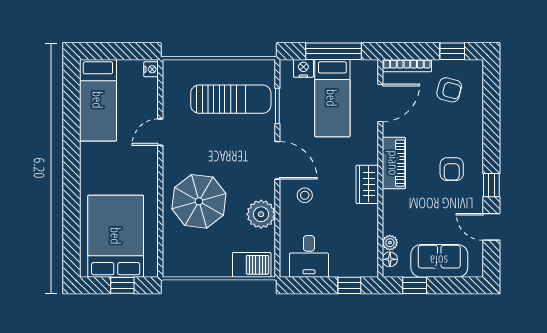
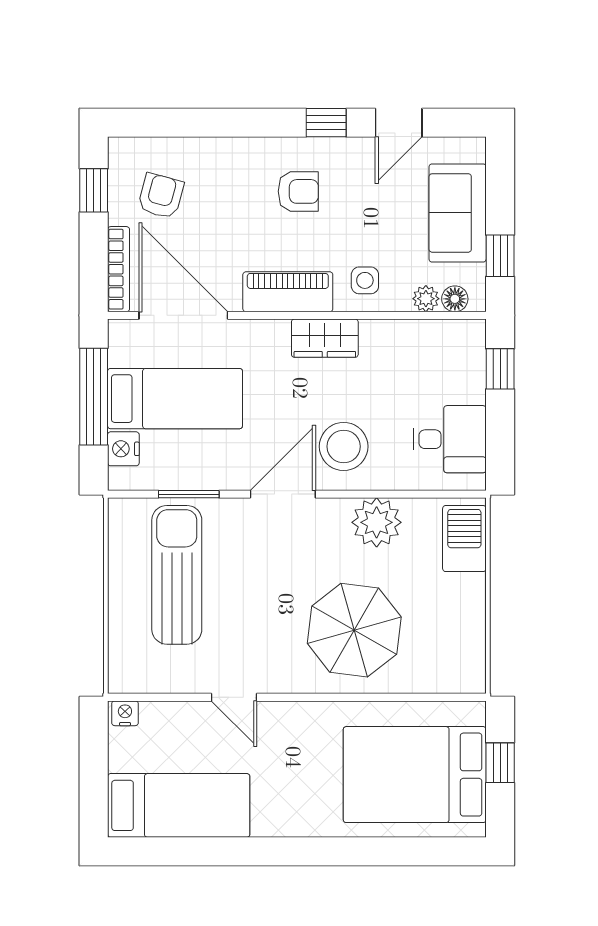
door: (380, 103) -> (183, 315), width x1.36
stool: (305, 195) -> (344, 446), width x1.89, depth x1.89
side table: (400, 208) -> (365, 280), added

